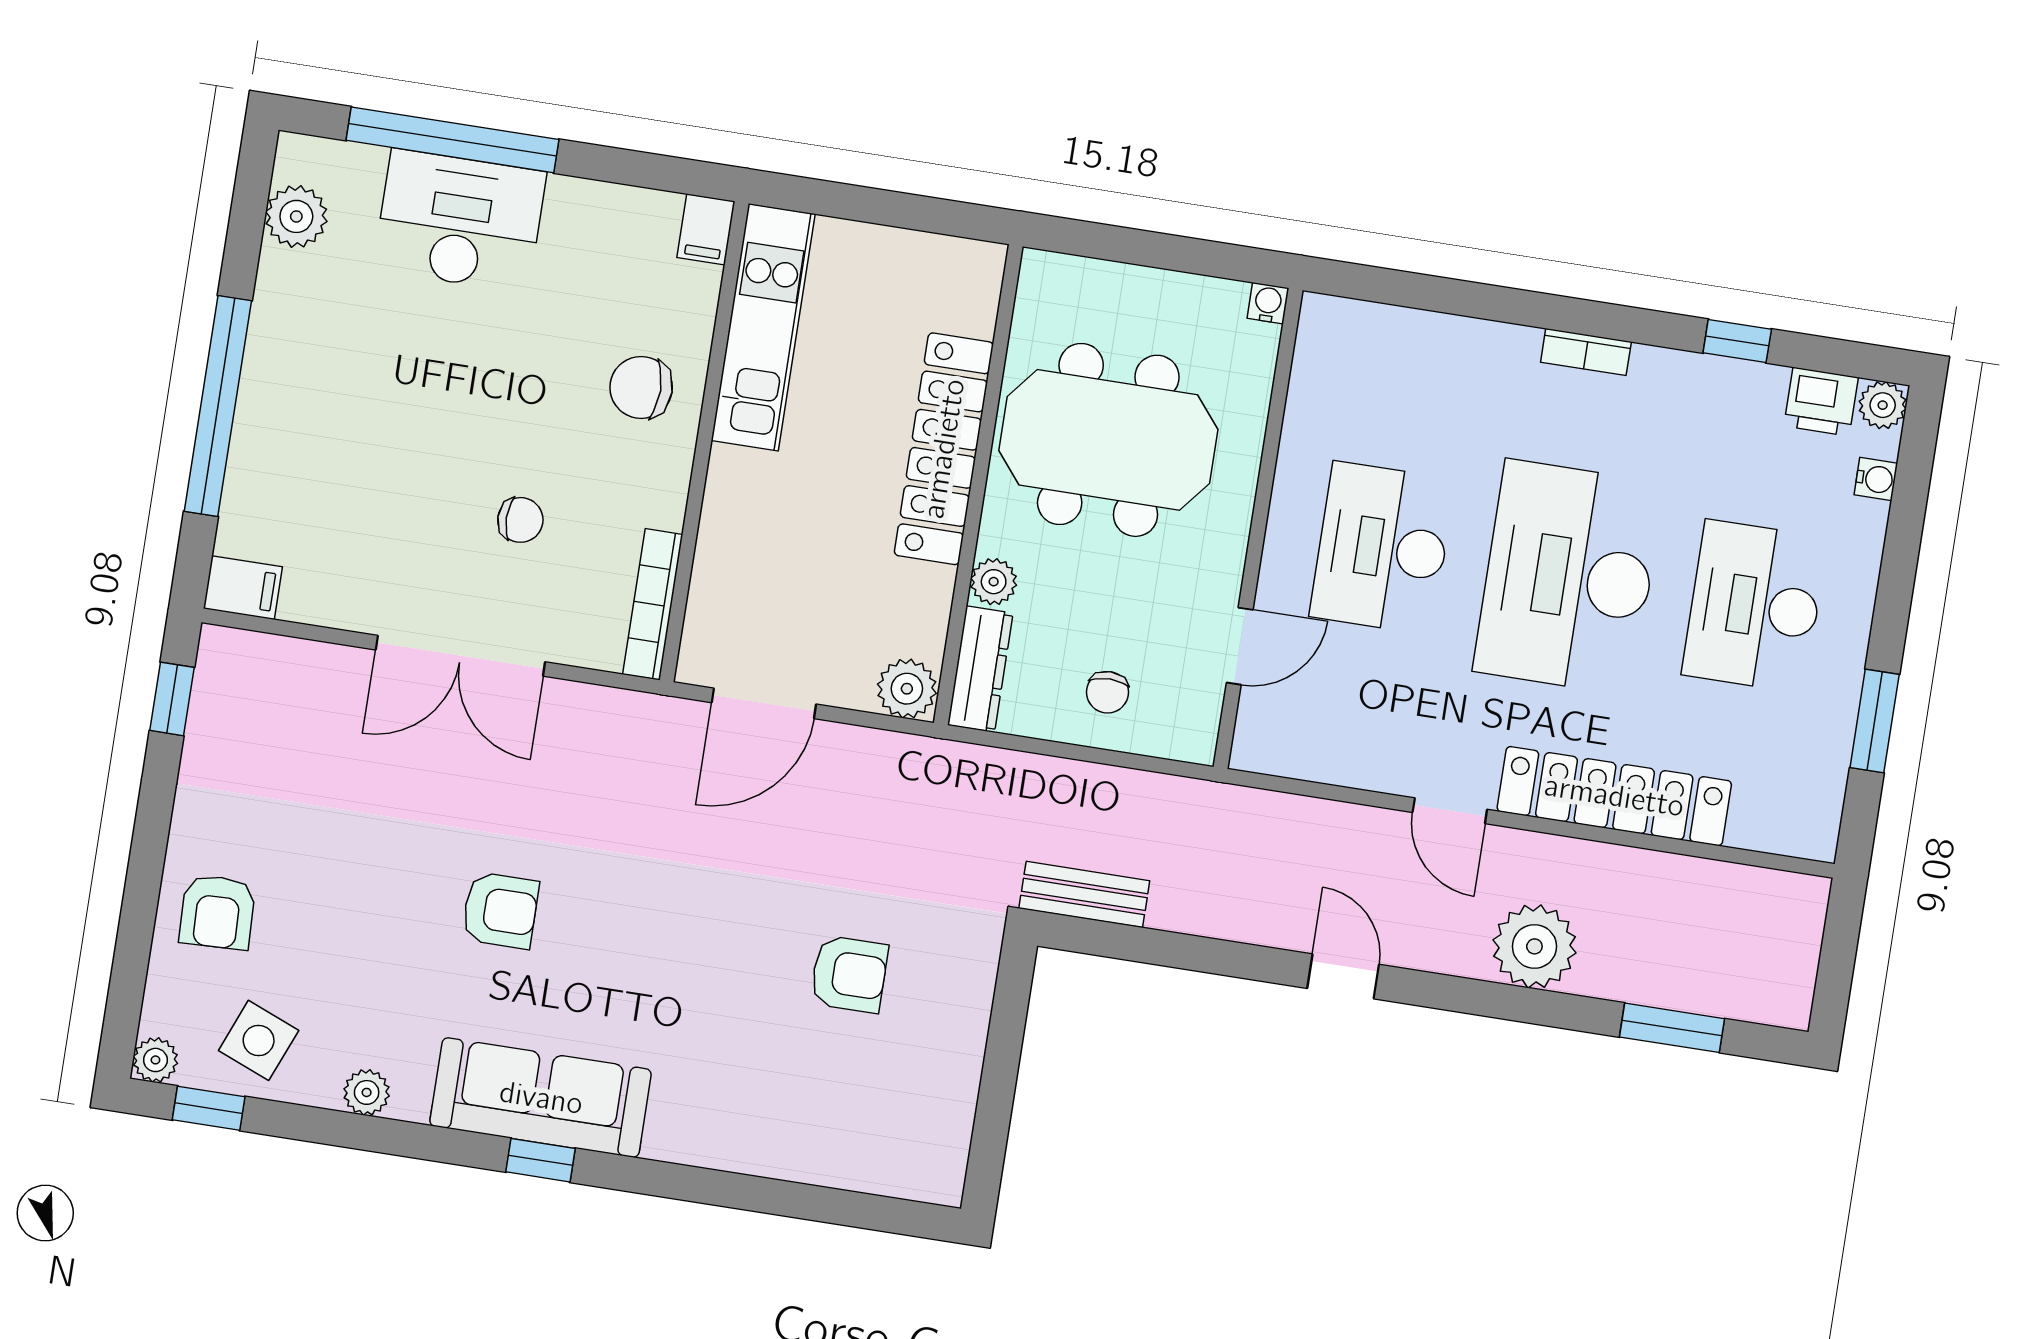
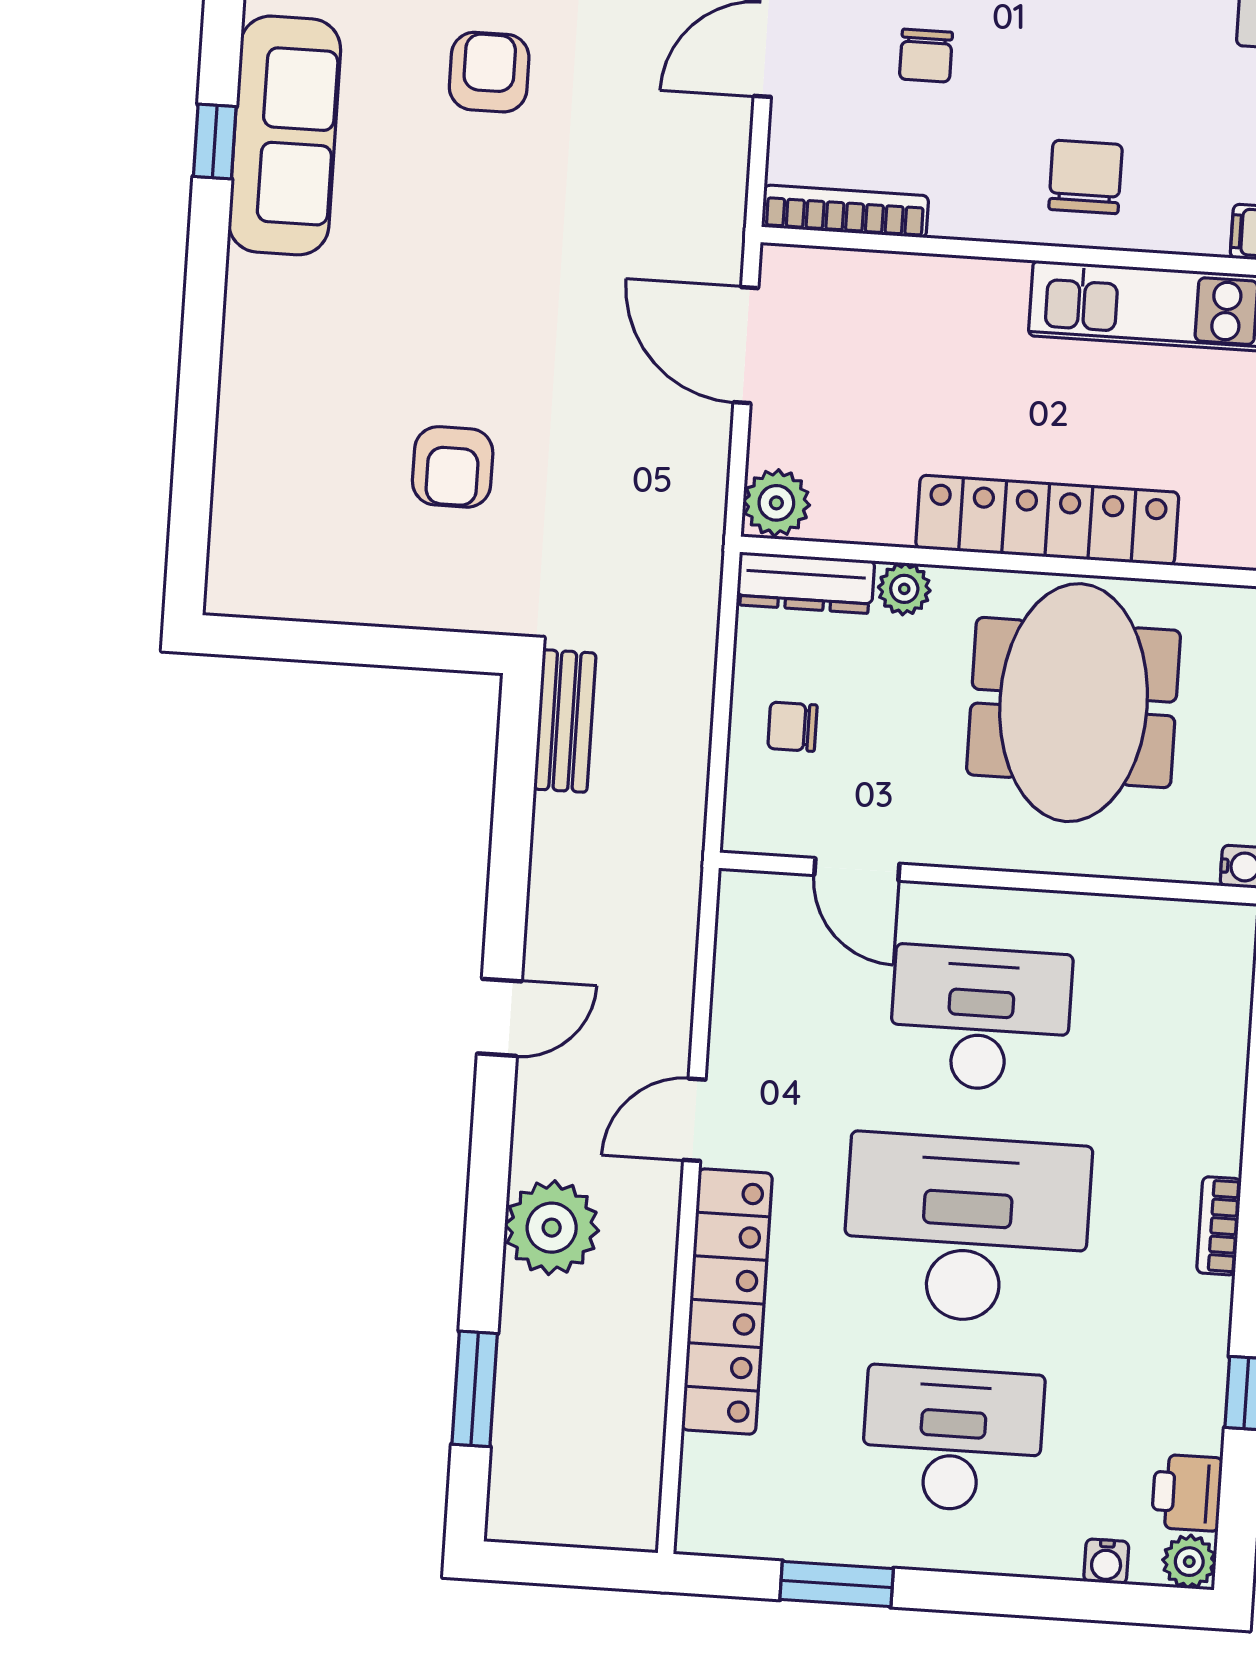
armchair: (500, 910) -> (489, 72), turned 180

